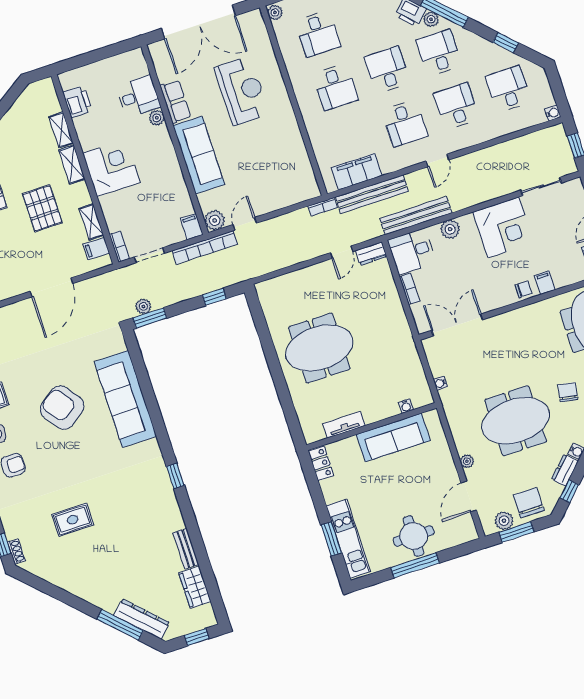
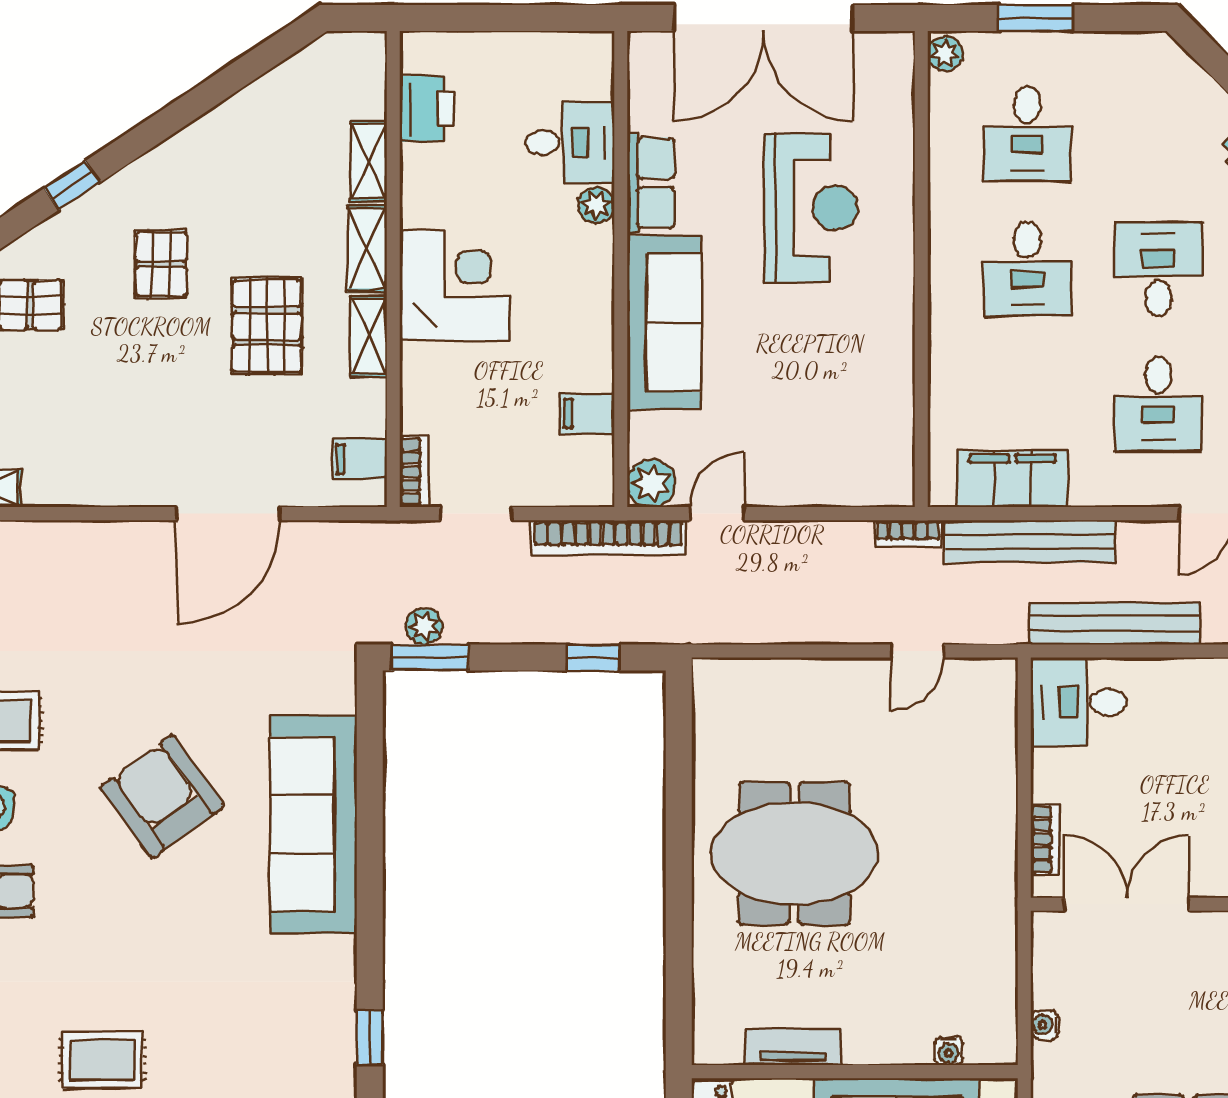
shelving: (91, 222) -> (369, 336), moved
filing cabinet: (192, 227) -> (587, 414), moved, turned -90
plant: (450, 229) -> (1183, 680), removed
dresser: (371, 254) -> (984, 677), removed
bookcase: (409, 289) -> (1045, 839), moved

